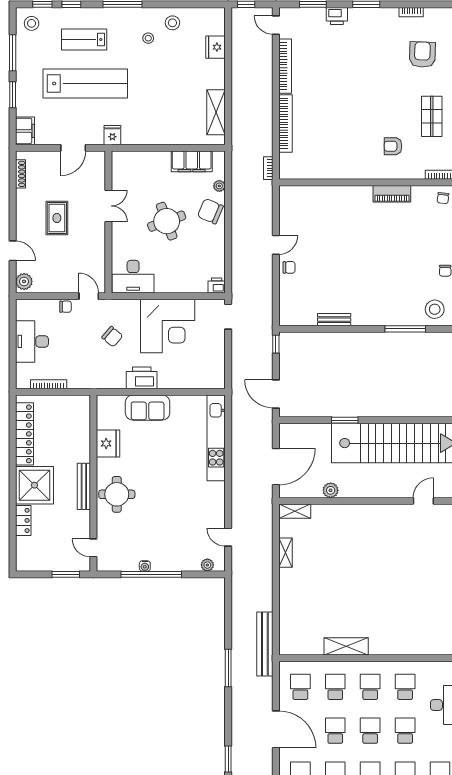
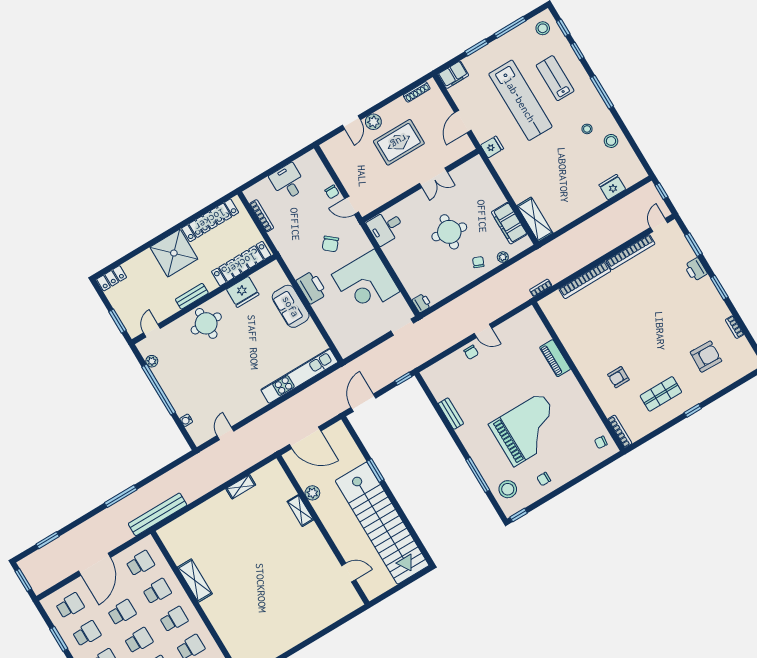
shelving: (216, 112) -> (535, 219), moved, turned 90
armchair: (393, 146) -> (618, 377), turned -90
door: (73, 148) -> (463, 122), hinge flipped
piano: (392, 194) -> (555, 358), moved
chair: (210, 211) -> (478, 262), width x0.54, depth x0.54
rug: (57, 218) -> (399, 142), width x1.36, depth x1.43
round table: (167, 221) -> (449, 232), turned 31
grand piano: (391, 258) -> (528, 430), added
desk: (133, 277) -> (386, 227), width x0.73
plant: (24, 281) -> (373, 122), moved
door: (89, 296) -> (352, 205), swing flipped
desk: (32, 341) -> (288, 182), width x0.73
locker: (81, 429) -> (241, 264), added
bench: (84, 486) -> (192, 296), width x0.73
shelving: (295, 511) -> (300, 511), moved
locker: (23, 520) -> (112, 278), moved
plant: (207, 565) -> (152, 361), moved
water cooler: (145, 566) -> (186, 420), moved

